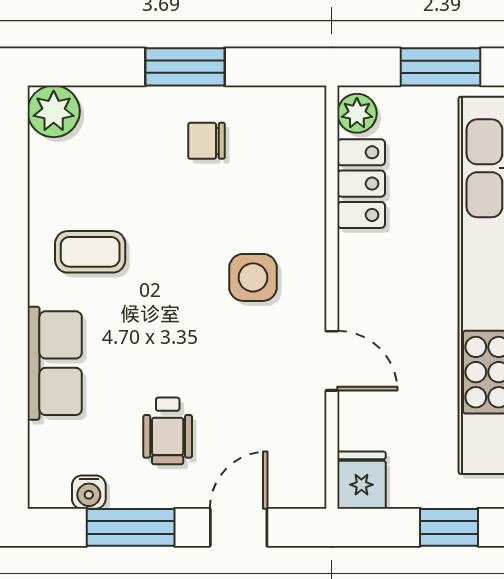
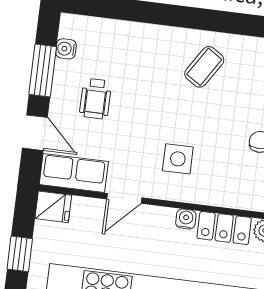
water cooler: (354, 251) -> (186, 219), added
coffee table: (90, 252) -> (204, 67), turned 33
row of seats: (55, 363) -> (74, 173), moved, turned 180
wheelchair: (168, 431) -> (95, 99), turned -90

